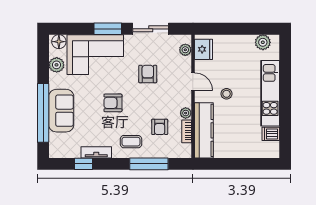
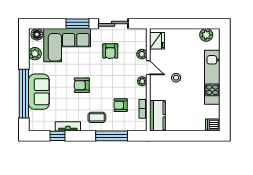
plant: (185, 50) -> (142, 54), moved
armchair: (148, 74) -> (110, 51), moved, turned 180
plant: (186, 113) -> (142, 81), moved
armchair: (160, 127) -> (121, 105), turned 90
kitchen counter: (204, 130) -> (157, 116), width x0.67
dishwasher: (271, 134) -> (213, 124), moved

